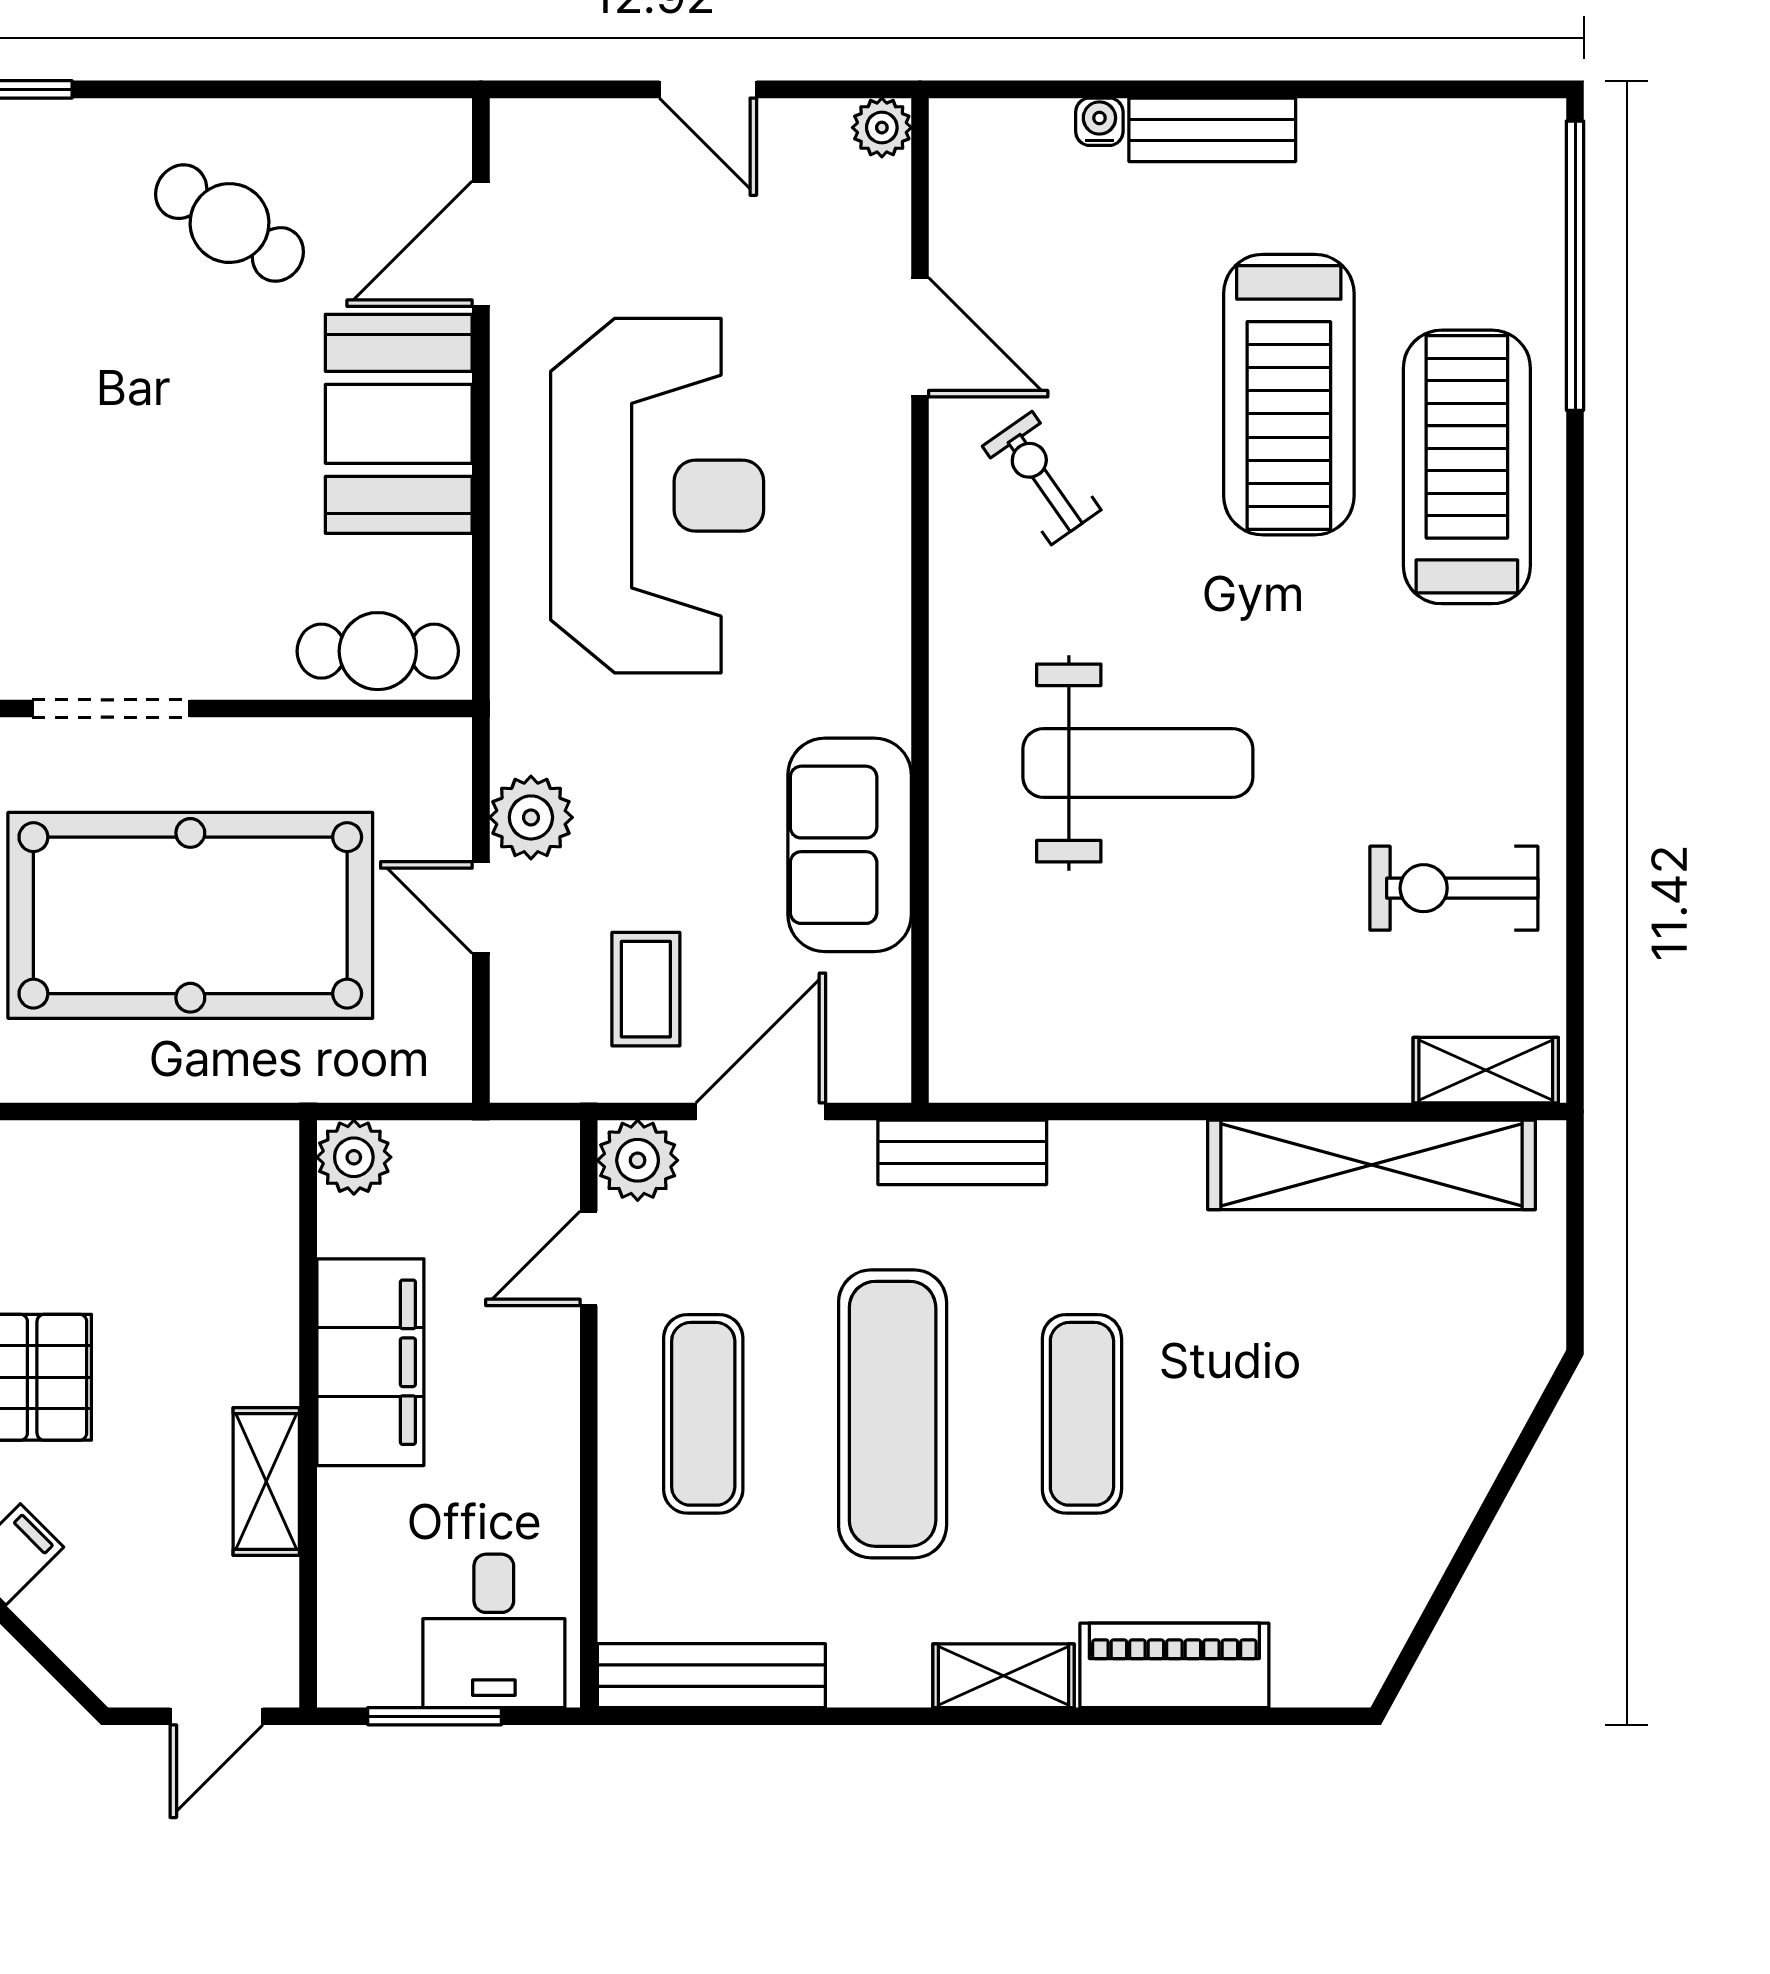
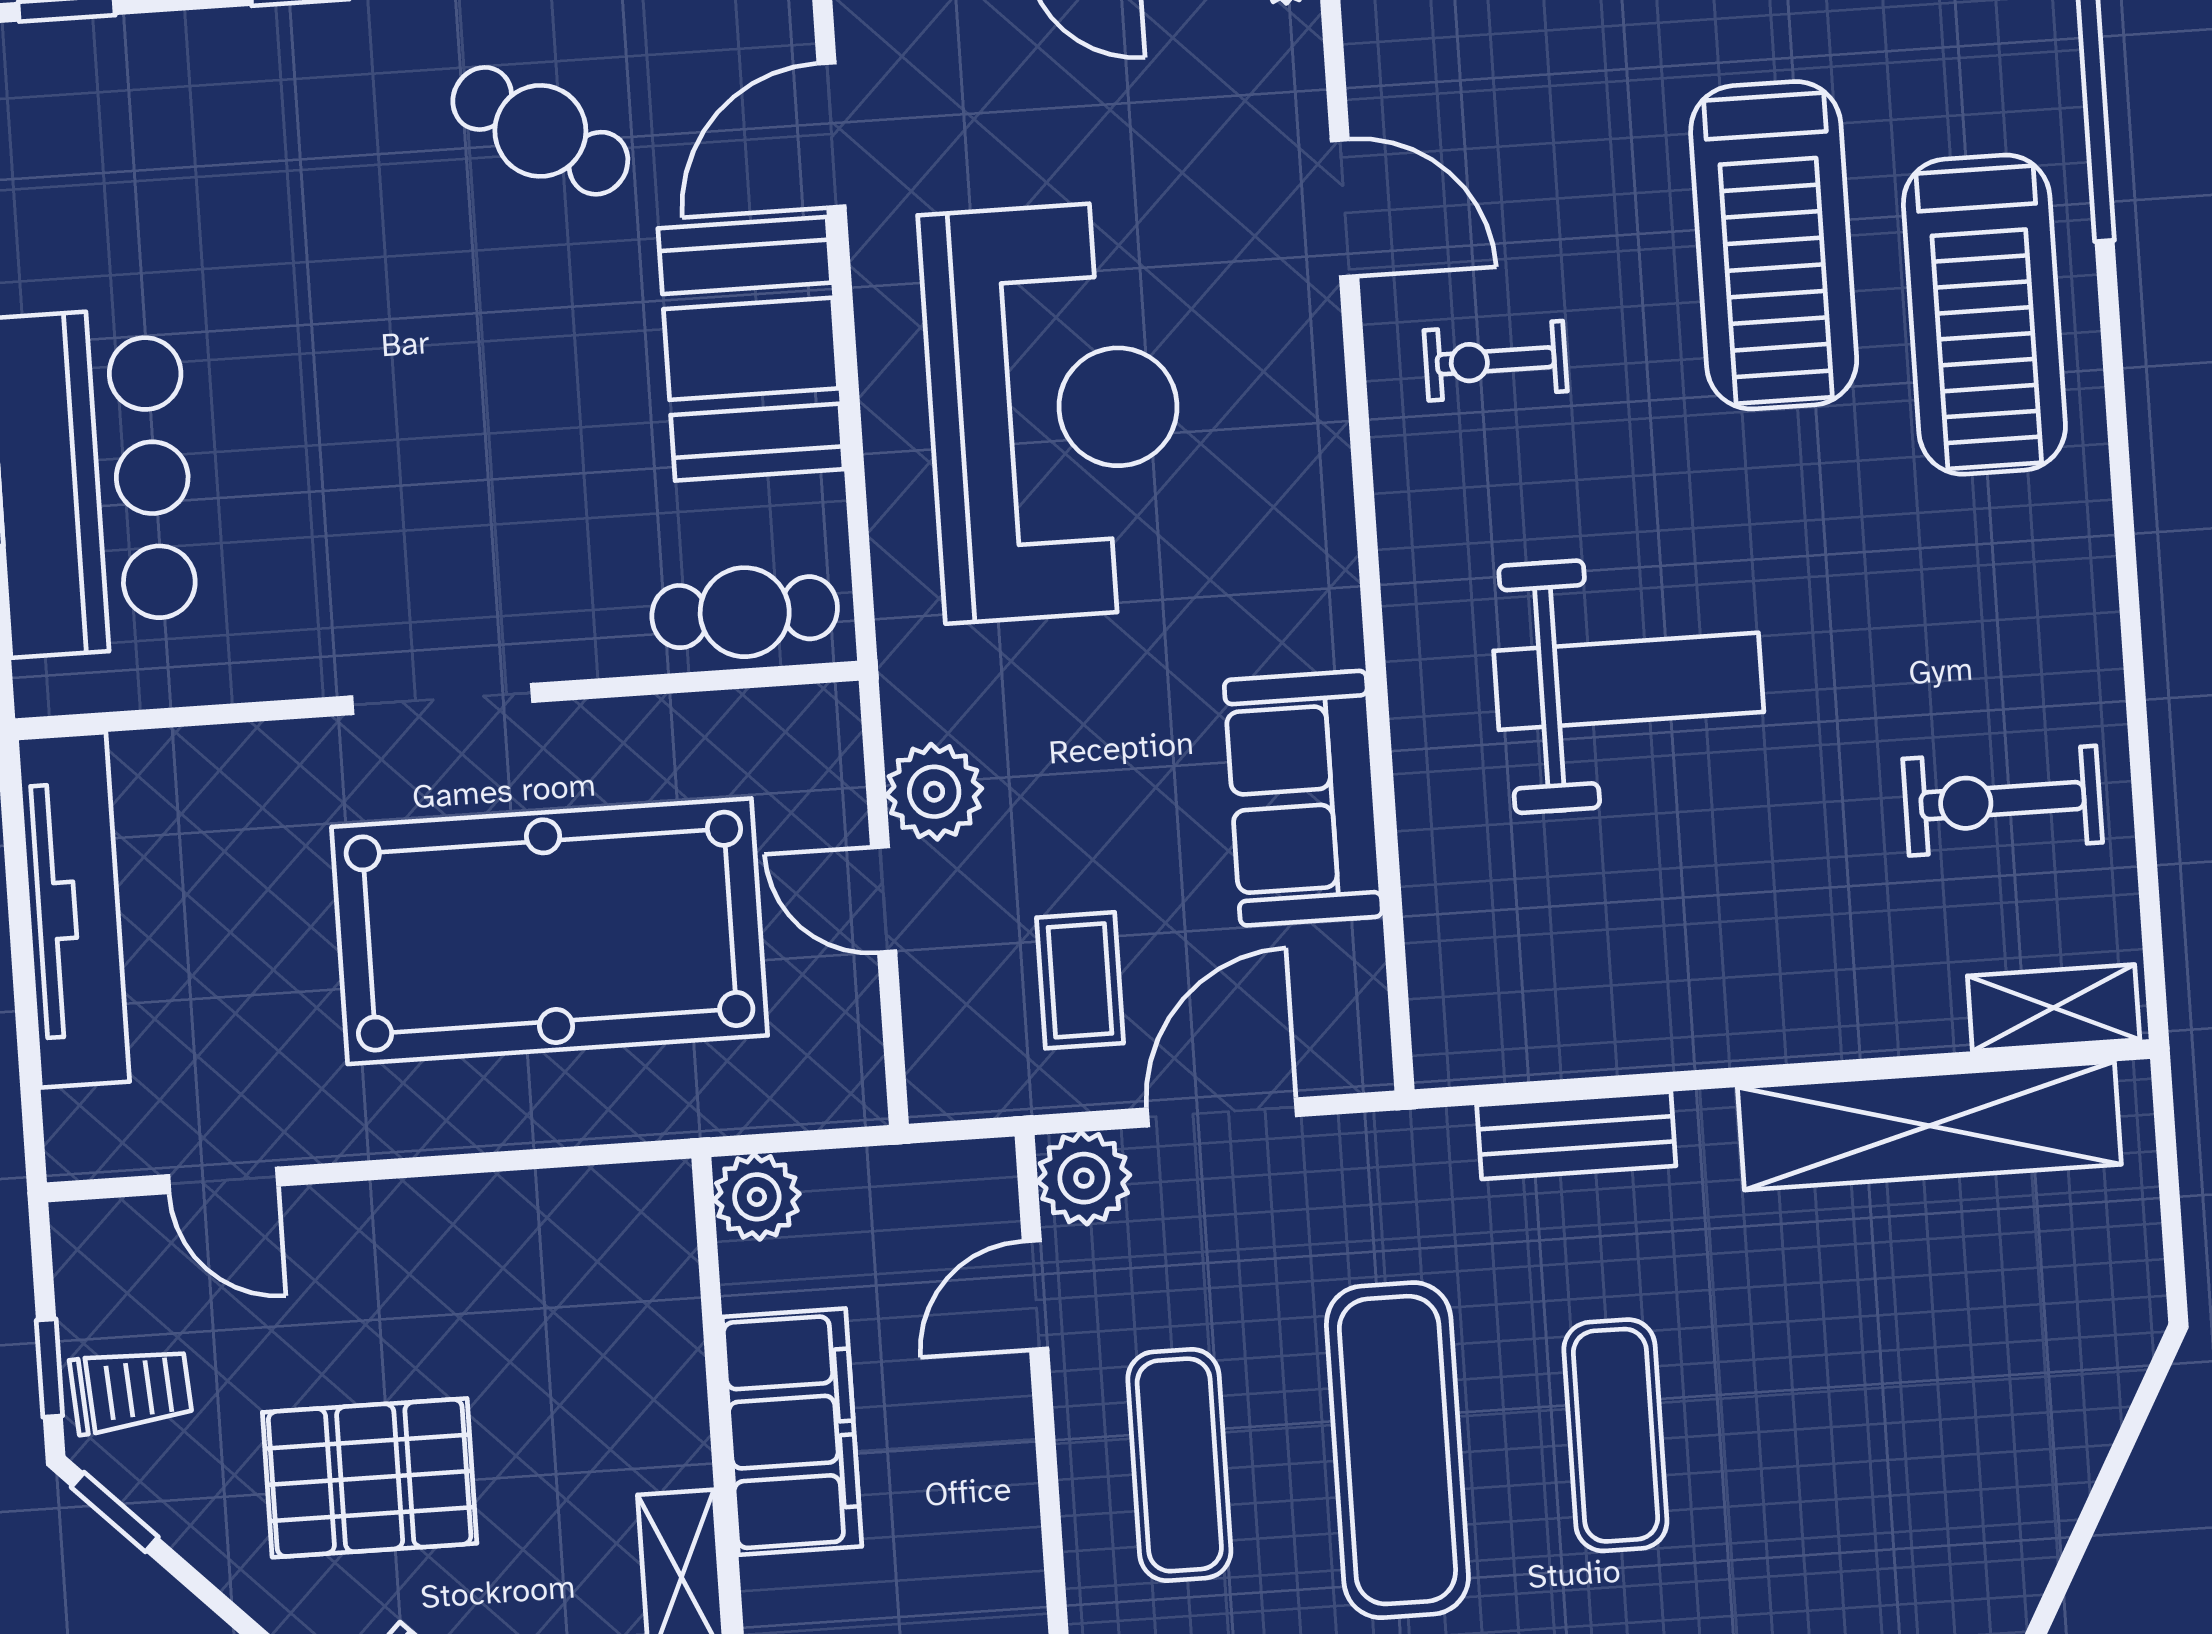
treadmill: (1467, 467) -> (1984, 315), turned 180
exercise bike: (1042, 478) -> (1496, 361), turned -55
bench: (962, 1152) -> (1576, 1135), moved

